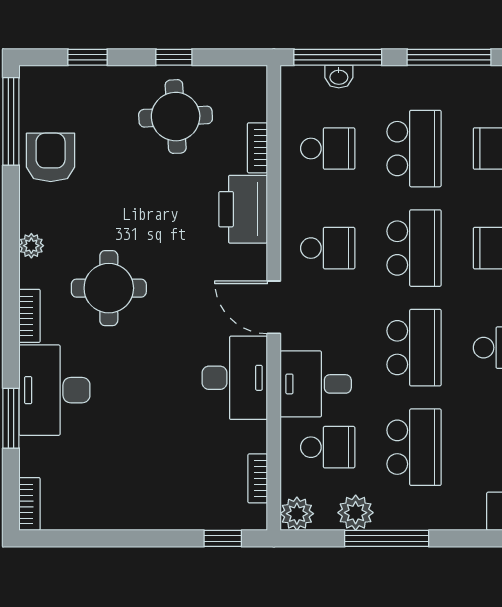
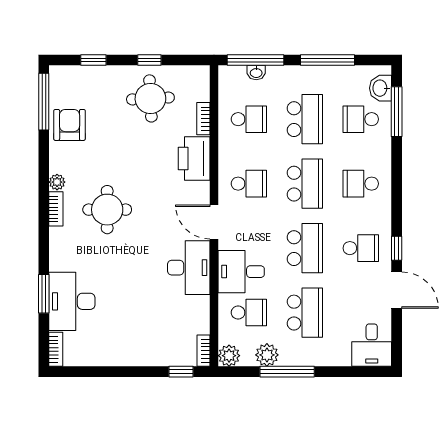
bookcase: (30, 316) -> (56, 209), moved
desk: (54, 390) -> (72, 301), moved
bookcase: (258, 478) -> (204, 351), moved

